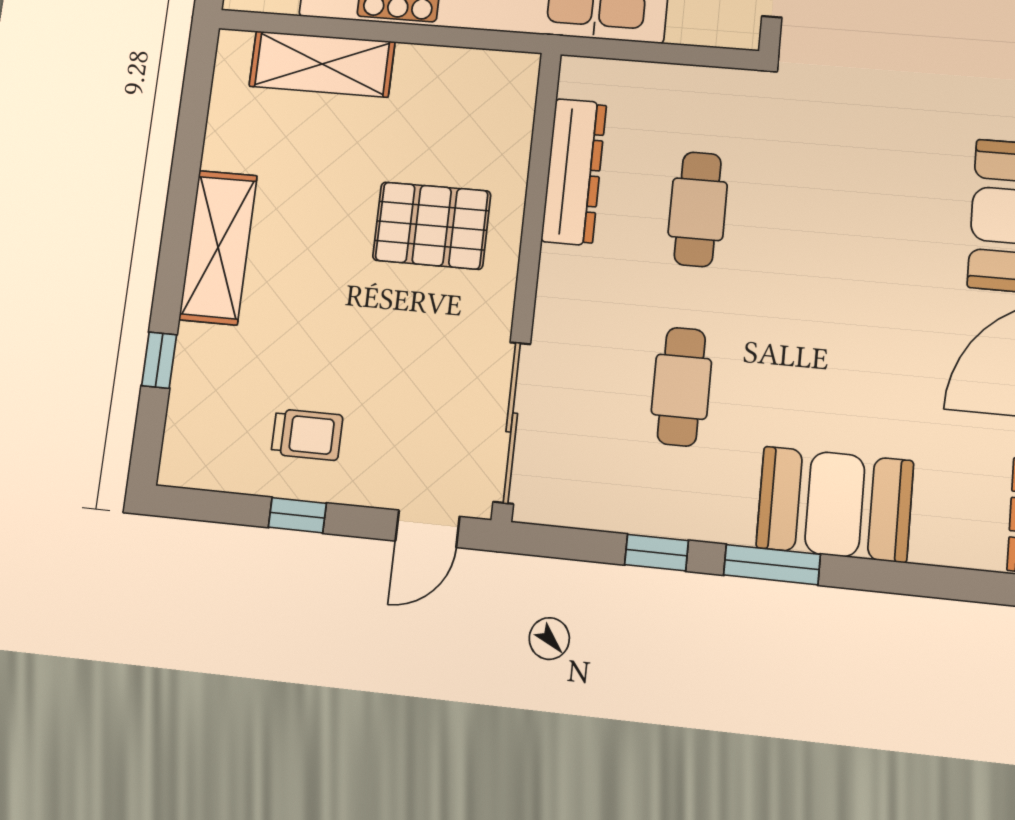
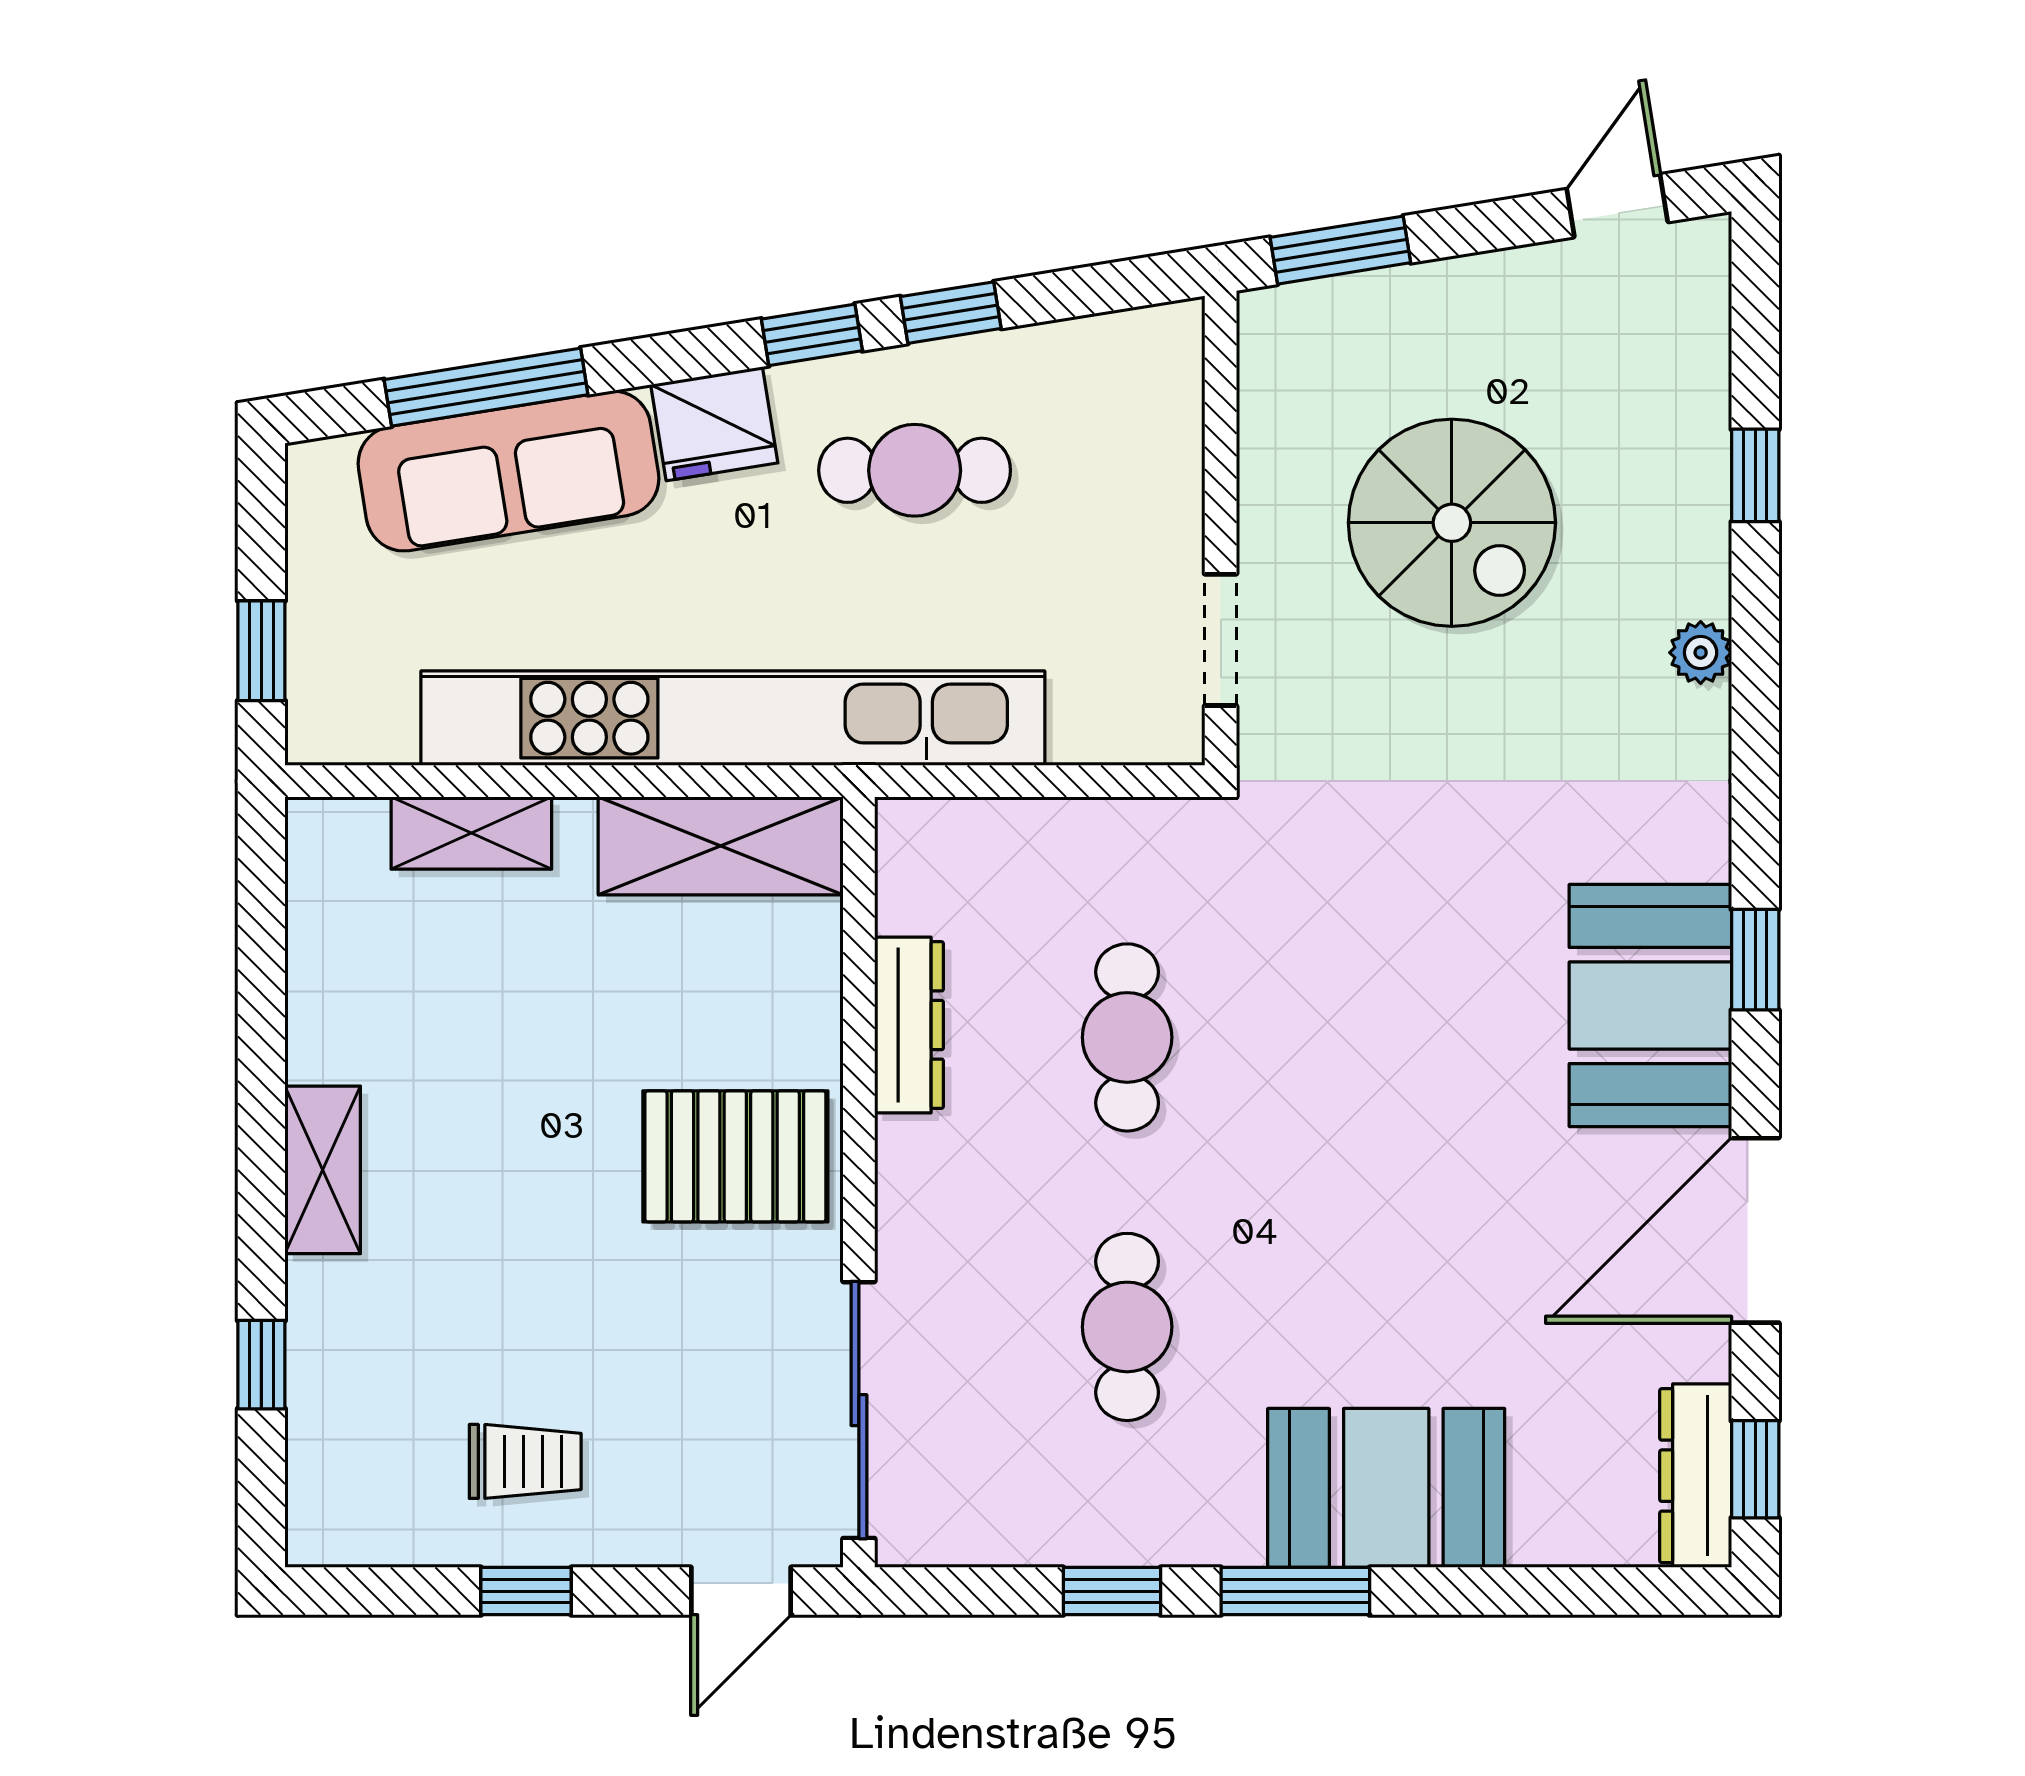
shelving: (322, 64) -> (471, 833), width x0.67, depth x0.75
shelving: (467, 76) -> (721, 846), added
dresser: (574, 172) -> (909, 1025), width x0.73, depth x0.80
pallet: (432, 226) -> (735, 1156), moved
shelving: (218, 247) -> (323, 1170), width x0.67, depth x0.75

